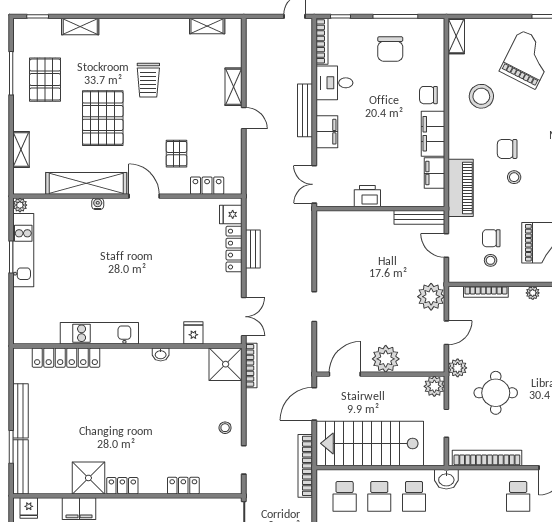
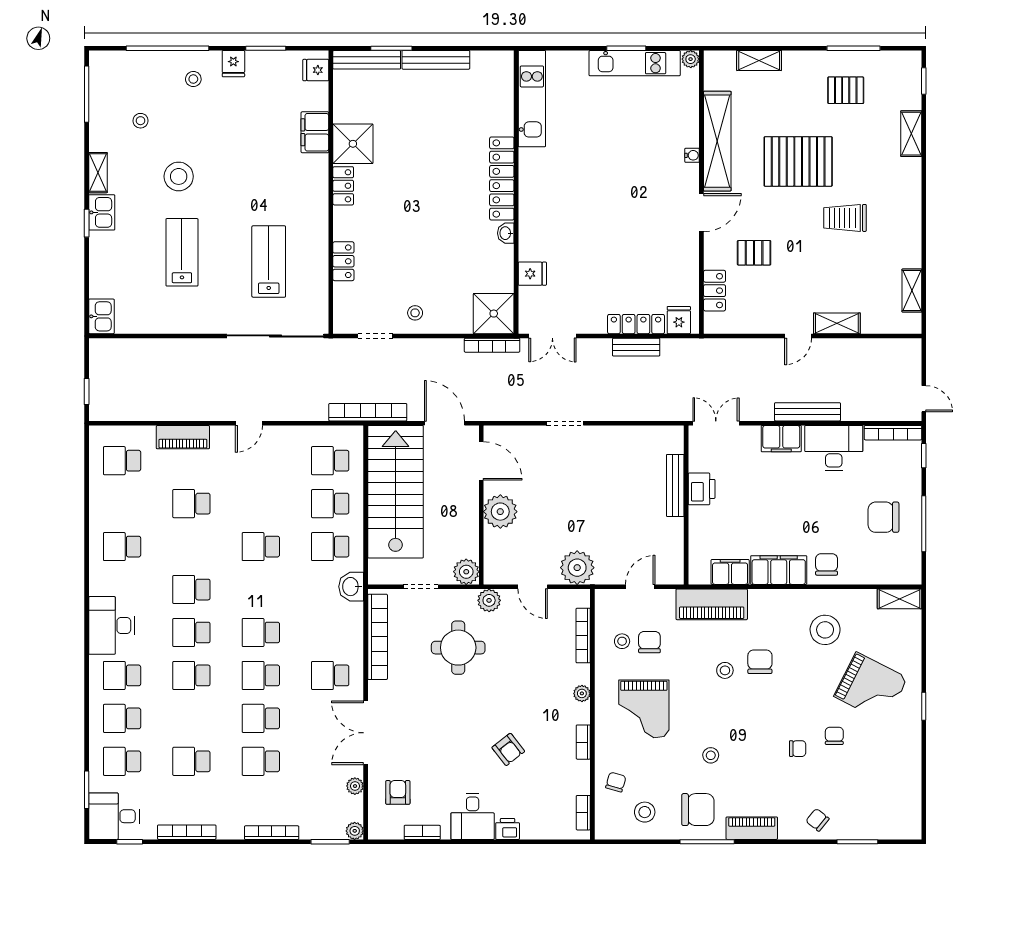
pallet: (45, 80) -> (846, 90), width x0.67, depth x0.71
desk: (334, 83) -> (834, 448), width x1.37
bench: (419, 217) -> (675, 485), moved
kitchen unit: (99, 333) -> (532, 99), moved
locker: (66, 358) -> (502, 178), moved

